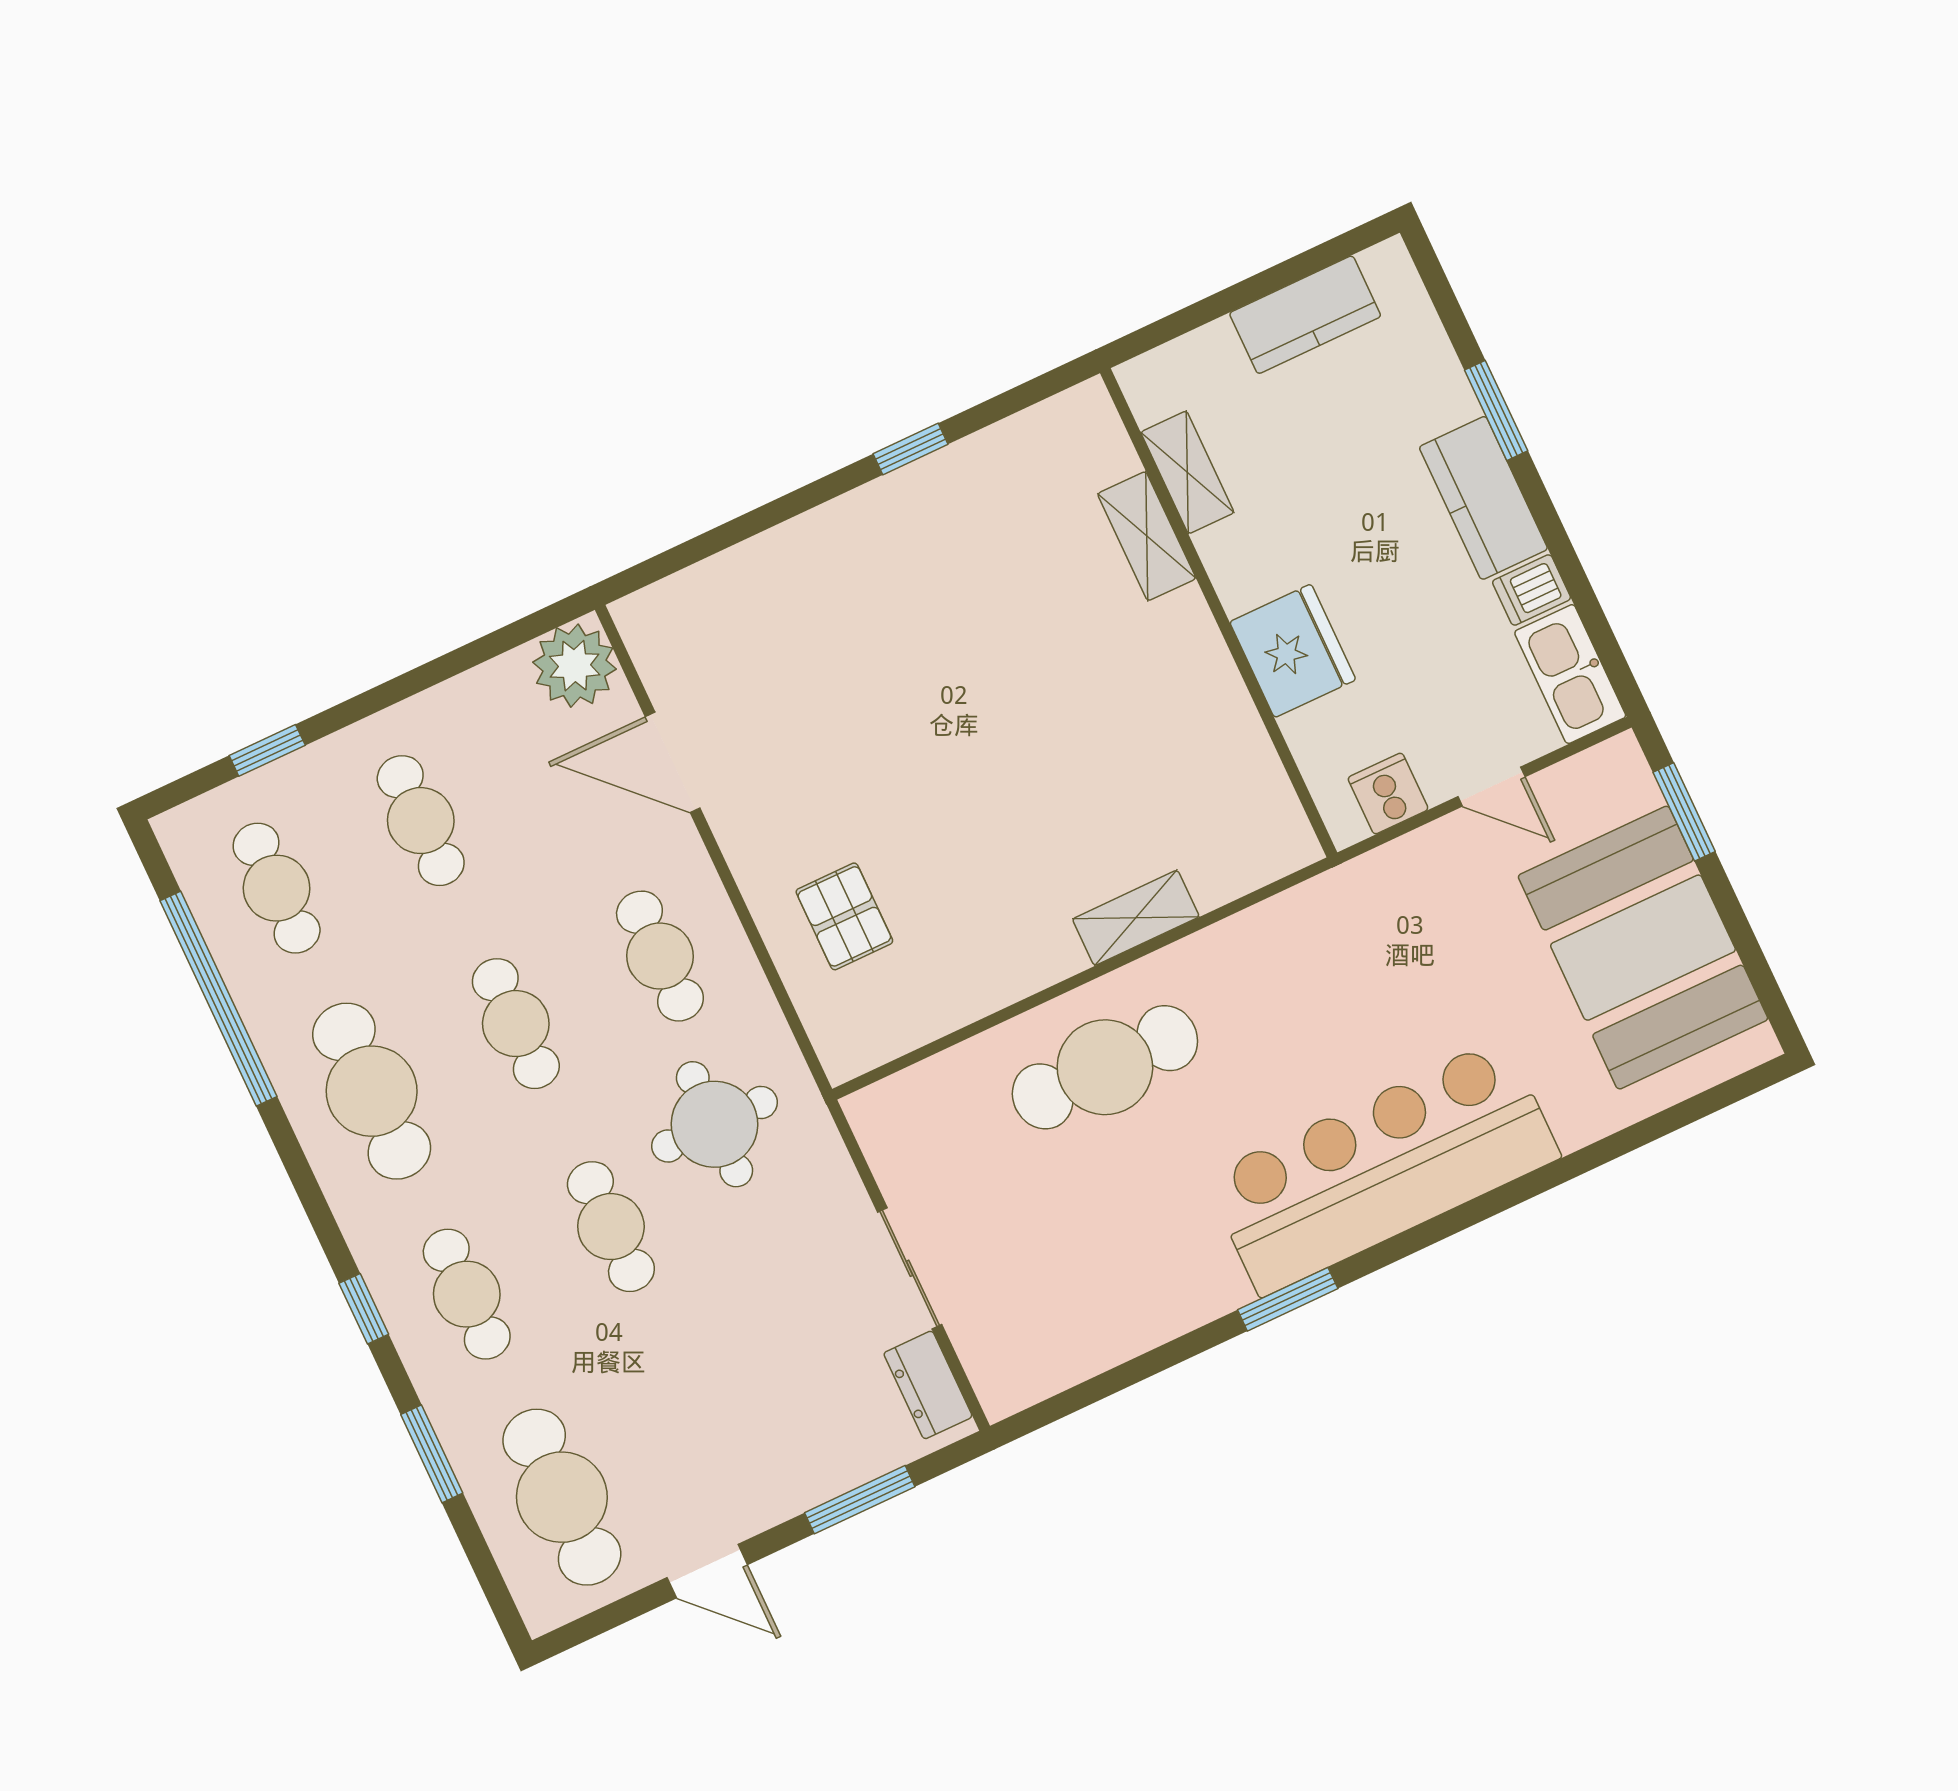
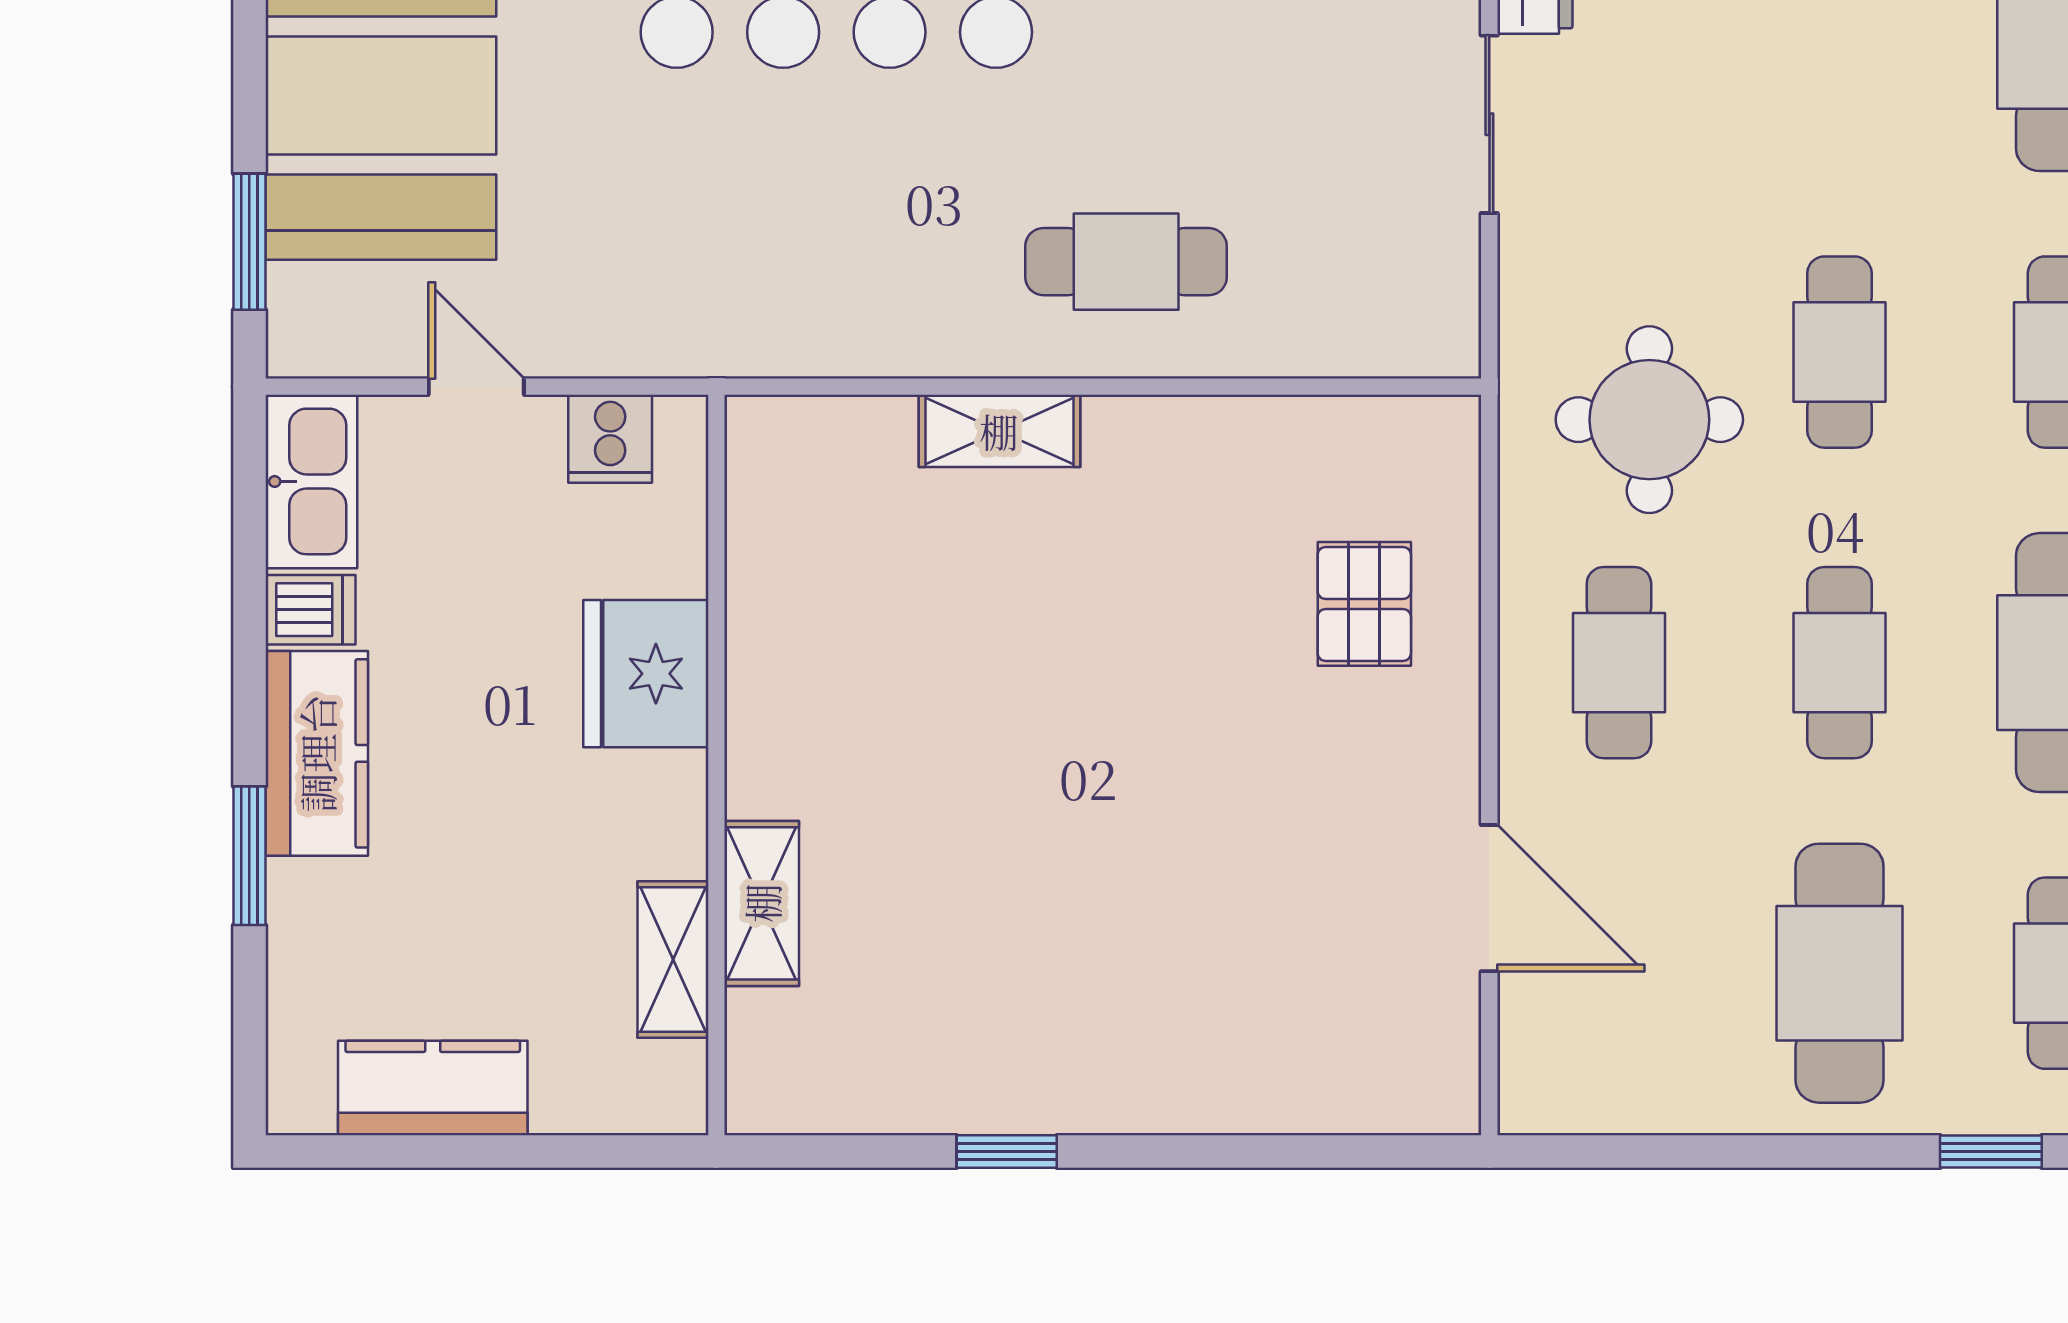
plant: (575, 666) -> (1555, 1077), removed
cafe table: (421, 821) -> (1839, 973), width x1.37, depth x1.35
cafe table: (1105, 1067) -> (1126, 262), width x0.73, depth x0.74

